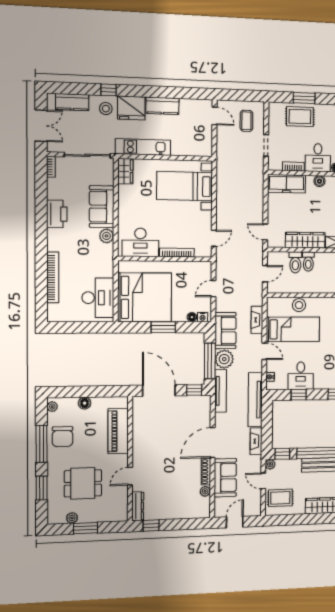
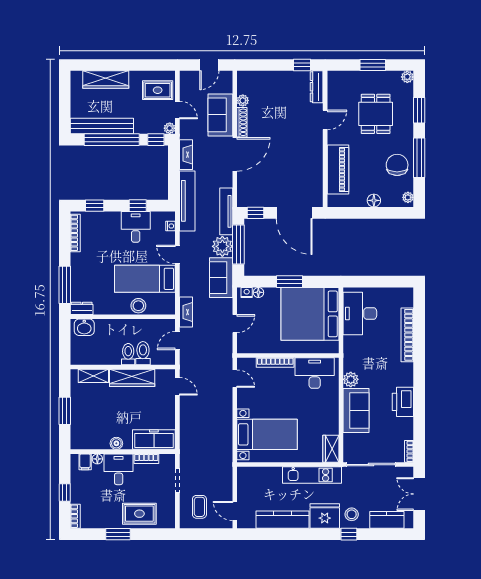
window: (304, 98) -> (118, 534), moved
kitchen counter: (162, 106) -> (283, 520), width x1.50
door: (214, 238) -> (235, 379), swing flipped
fireplace: (257, 320) -> (186, 312), moved
dining table: (83, 483) -> (376, 114), turned 90
plant: (72, 518) -> (407, 77), moved

